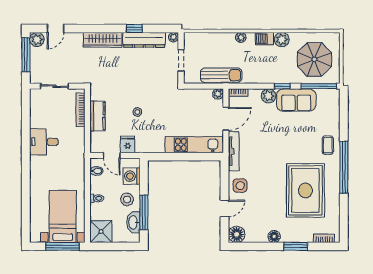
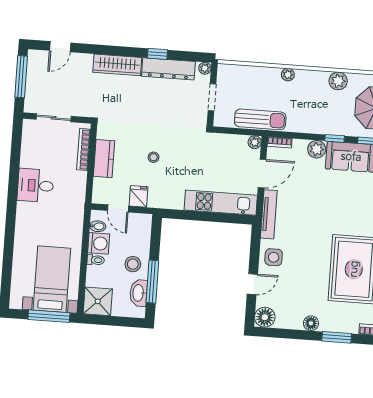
plant: (37, 39) -> (36, 59), removed
barbecue: (264, 39) -> (317, 78), removed
washing machine: (132, 176) -> (99, 243), moved, turned 180

